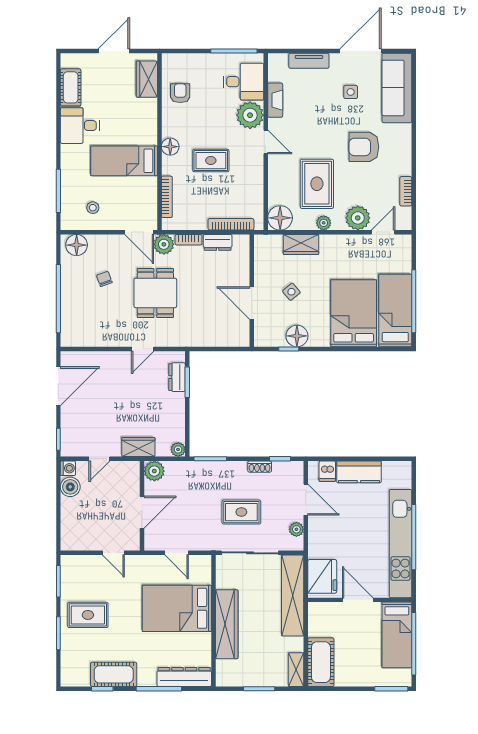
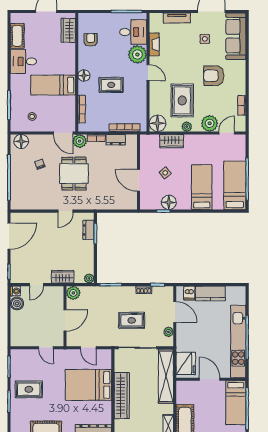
bed: (354, 313) -> (202, 187), width x0.67

